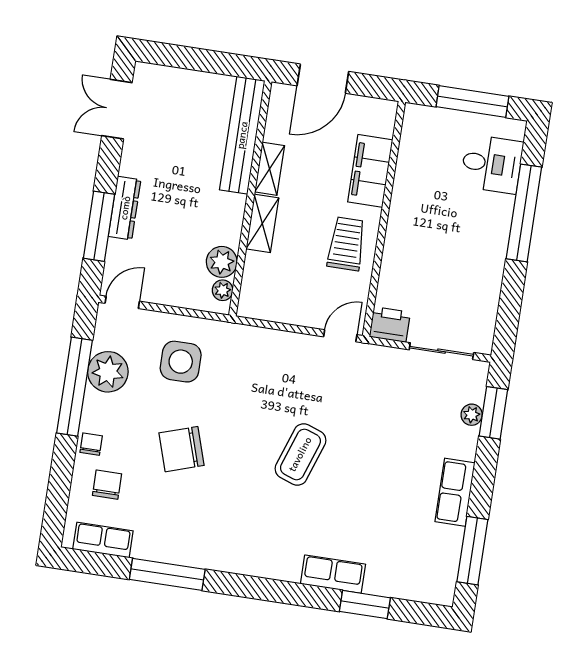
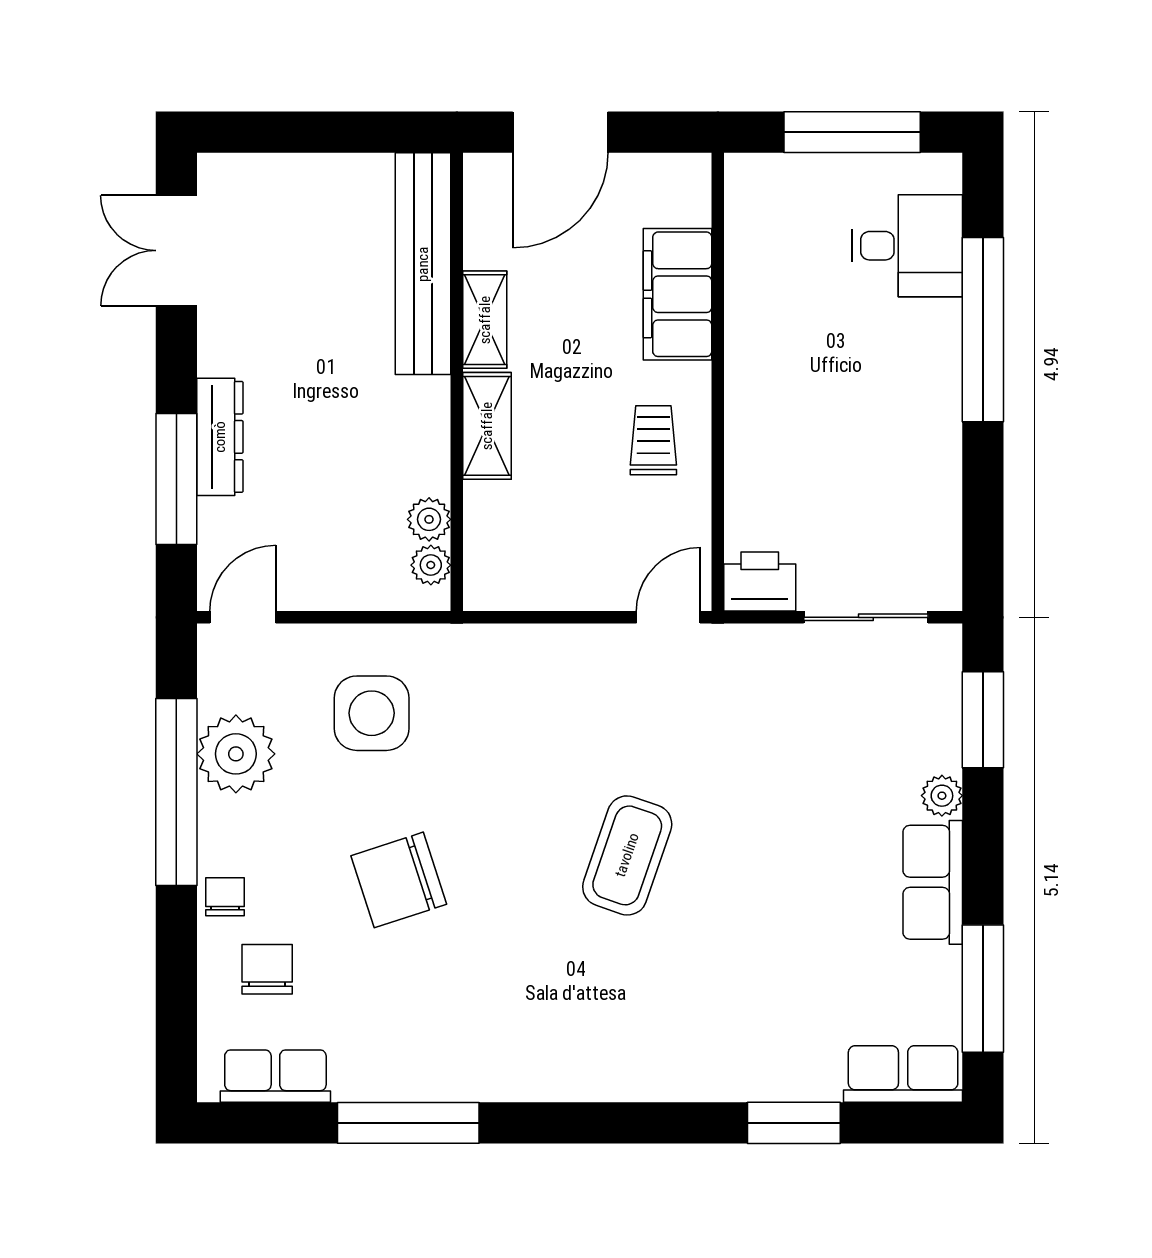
trolley: (346, 244) -> (653, 440), width x0.73, depth x0.72
plant: (222, 262) -> (429, 519), width x0.73, depth x0.73
plant: (472, 415) -> (942, 796), moved
row of seats: (333, 574) -> (903, 1074), moved

